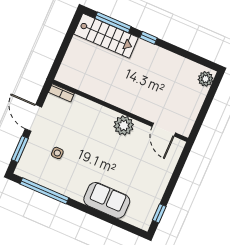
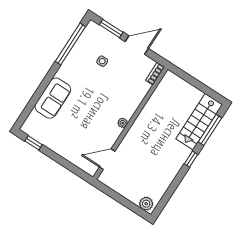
plant: (124, 126) -> (123, 123), width x0.53, depth x0.53

